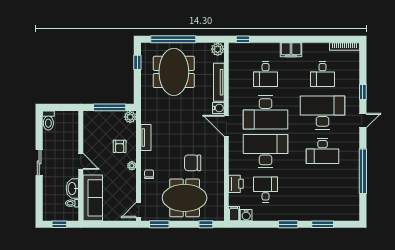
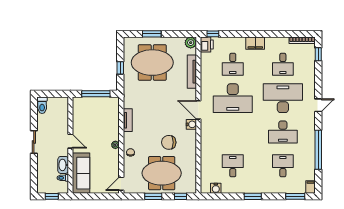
window: (173, 39) -> (152, 34), width x0.47
window: (137, 62) -> (120, 68), moved
meeting table: (174, 72) -> (152, 63), turned 90
window: (363, 92) -> (318, 54), moved
water cooler: (218, 108) -> (191, 124), moved
plant: (130, 117) -> (114, 102), removed
armchair: (120, 146) -> (105, 128), removed
desk: (266, 151) -> (283, 166), moved, width x0.53, depth x0.77
printer: (236, 184) -> (207, 45), moved
filing cabinet: (234, 214) -> (310, 187), moved
window: (159, 224) -> (153, 196), moved
window: (323, 224) -> (295, 196), moved

